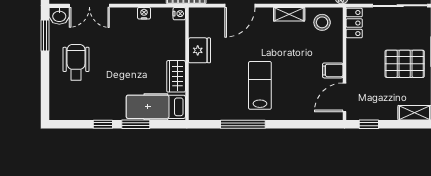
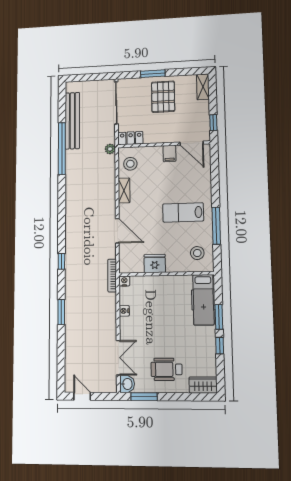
wardrobe: (176, 76) -> (203, 385), moved, turned 180
stool: (211, 101) -> (197, 253), added

